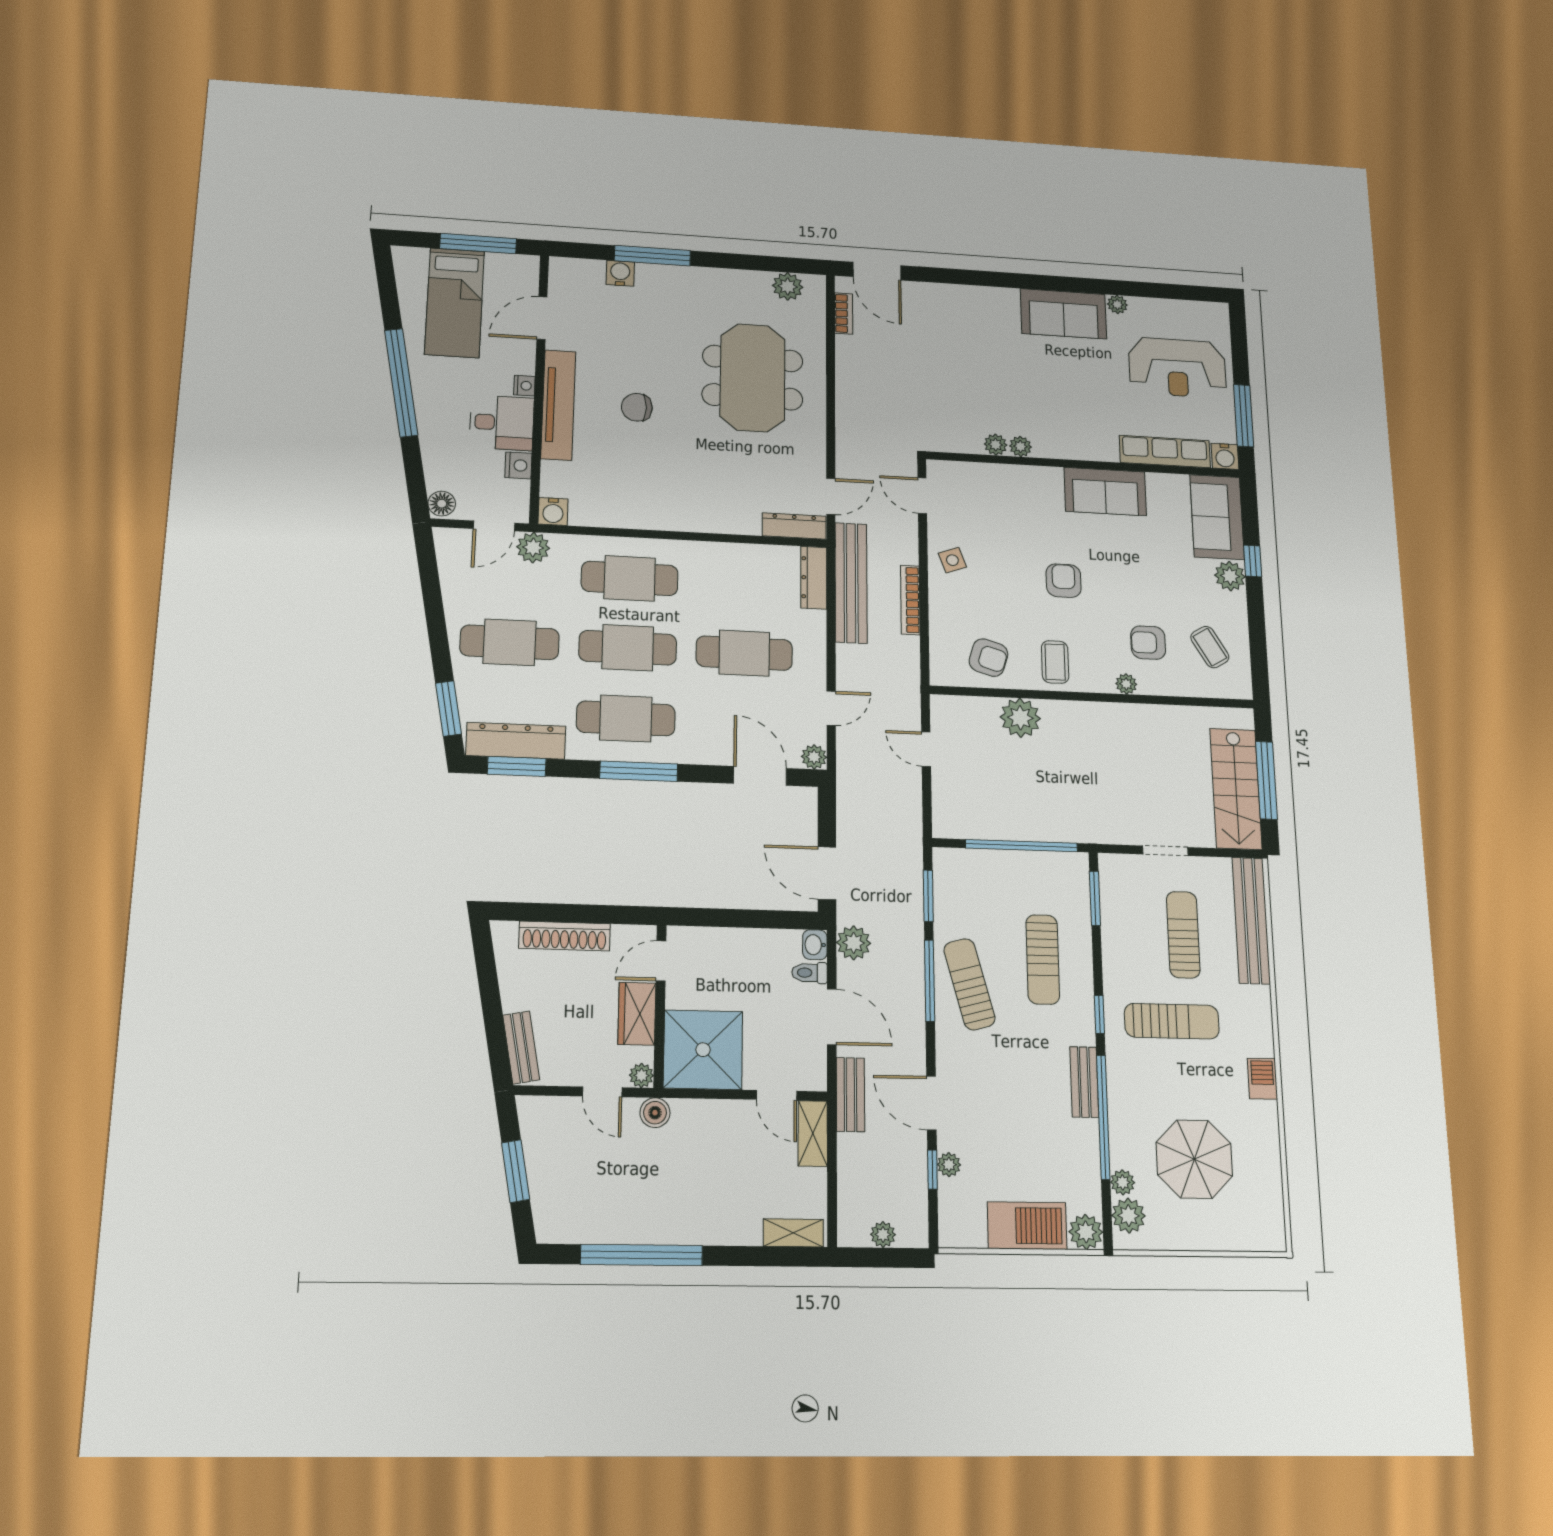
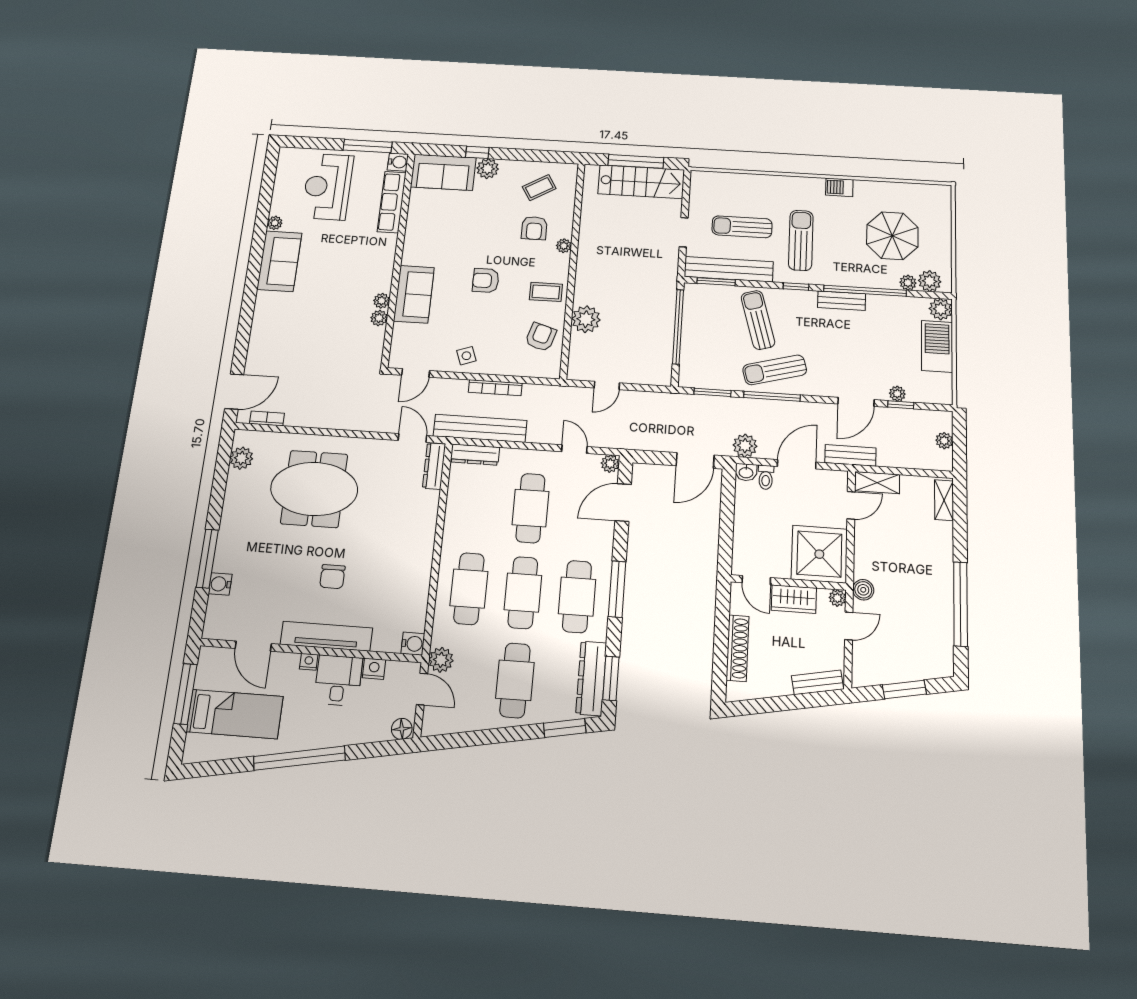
reception desk: (1177, 368) -> (328, 187), turned 180
sofa: (1105, 492) -> (414, 294), moved
bench: (1251, 920) -> (729, 269), moved
sun lounger: (1043, 959) -> (758, 320), turned -106

